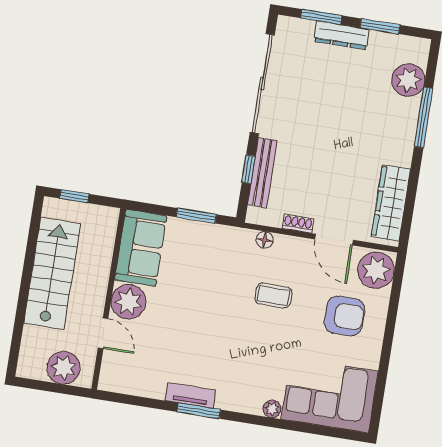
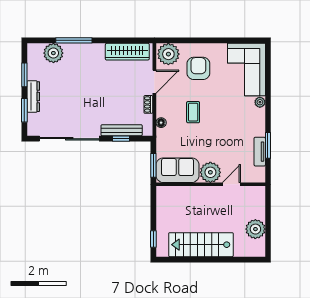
sofa: (141, 248) -> (177, 170), moved
wall: (109, 299) -> (211, 184), moved
plant: (128, 302) -> (210, 172), moved
door: (103, 333) -> (231, 184), moved

